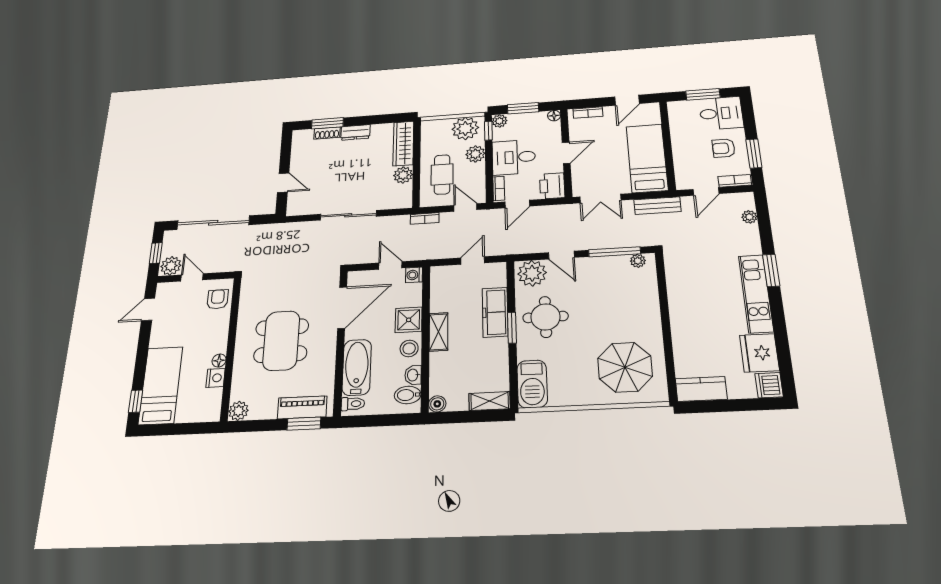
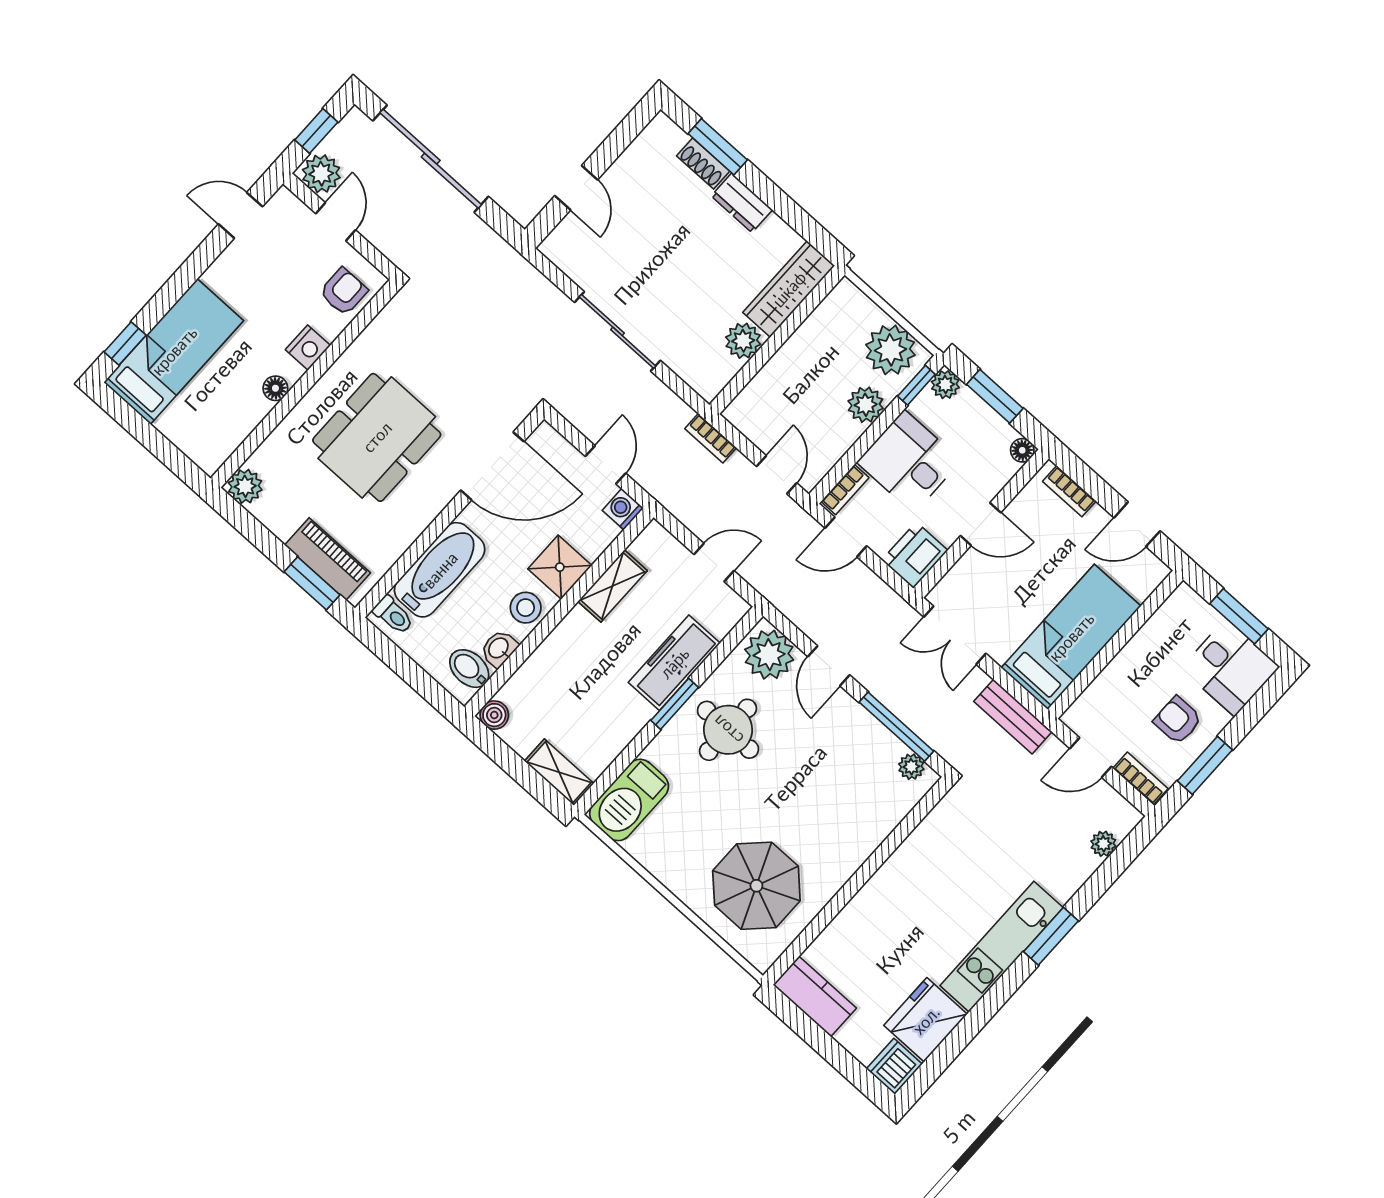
cafe table: (442, 174) -> (794, 393), removed
shelving: (438, 332) -> (613, 586), moved
nightstand: (216, 378) -> (308, 348), moved

